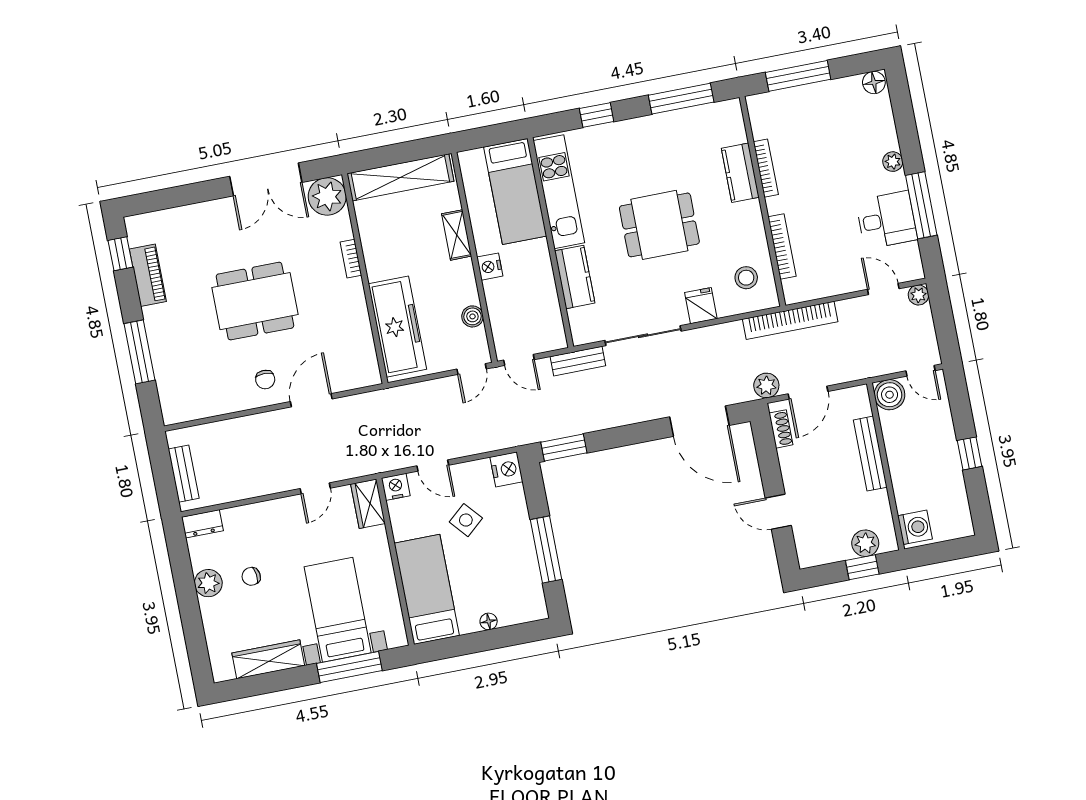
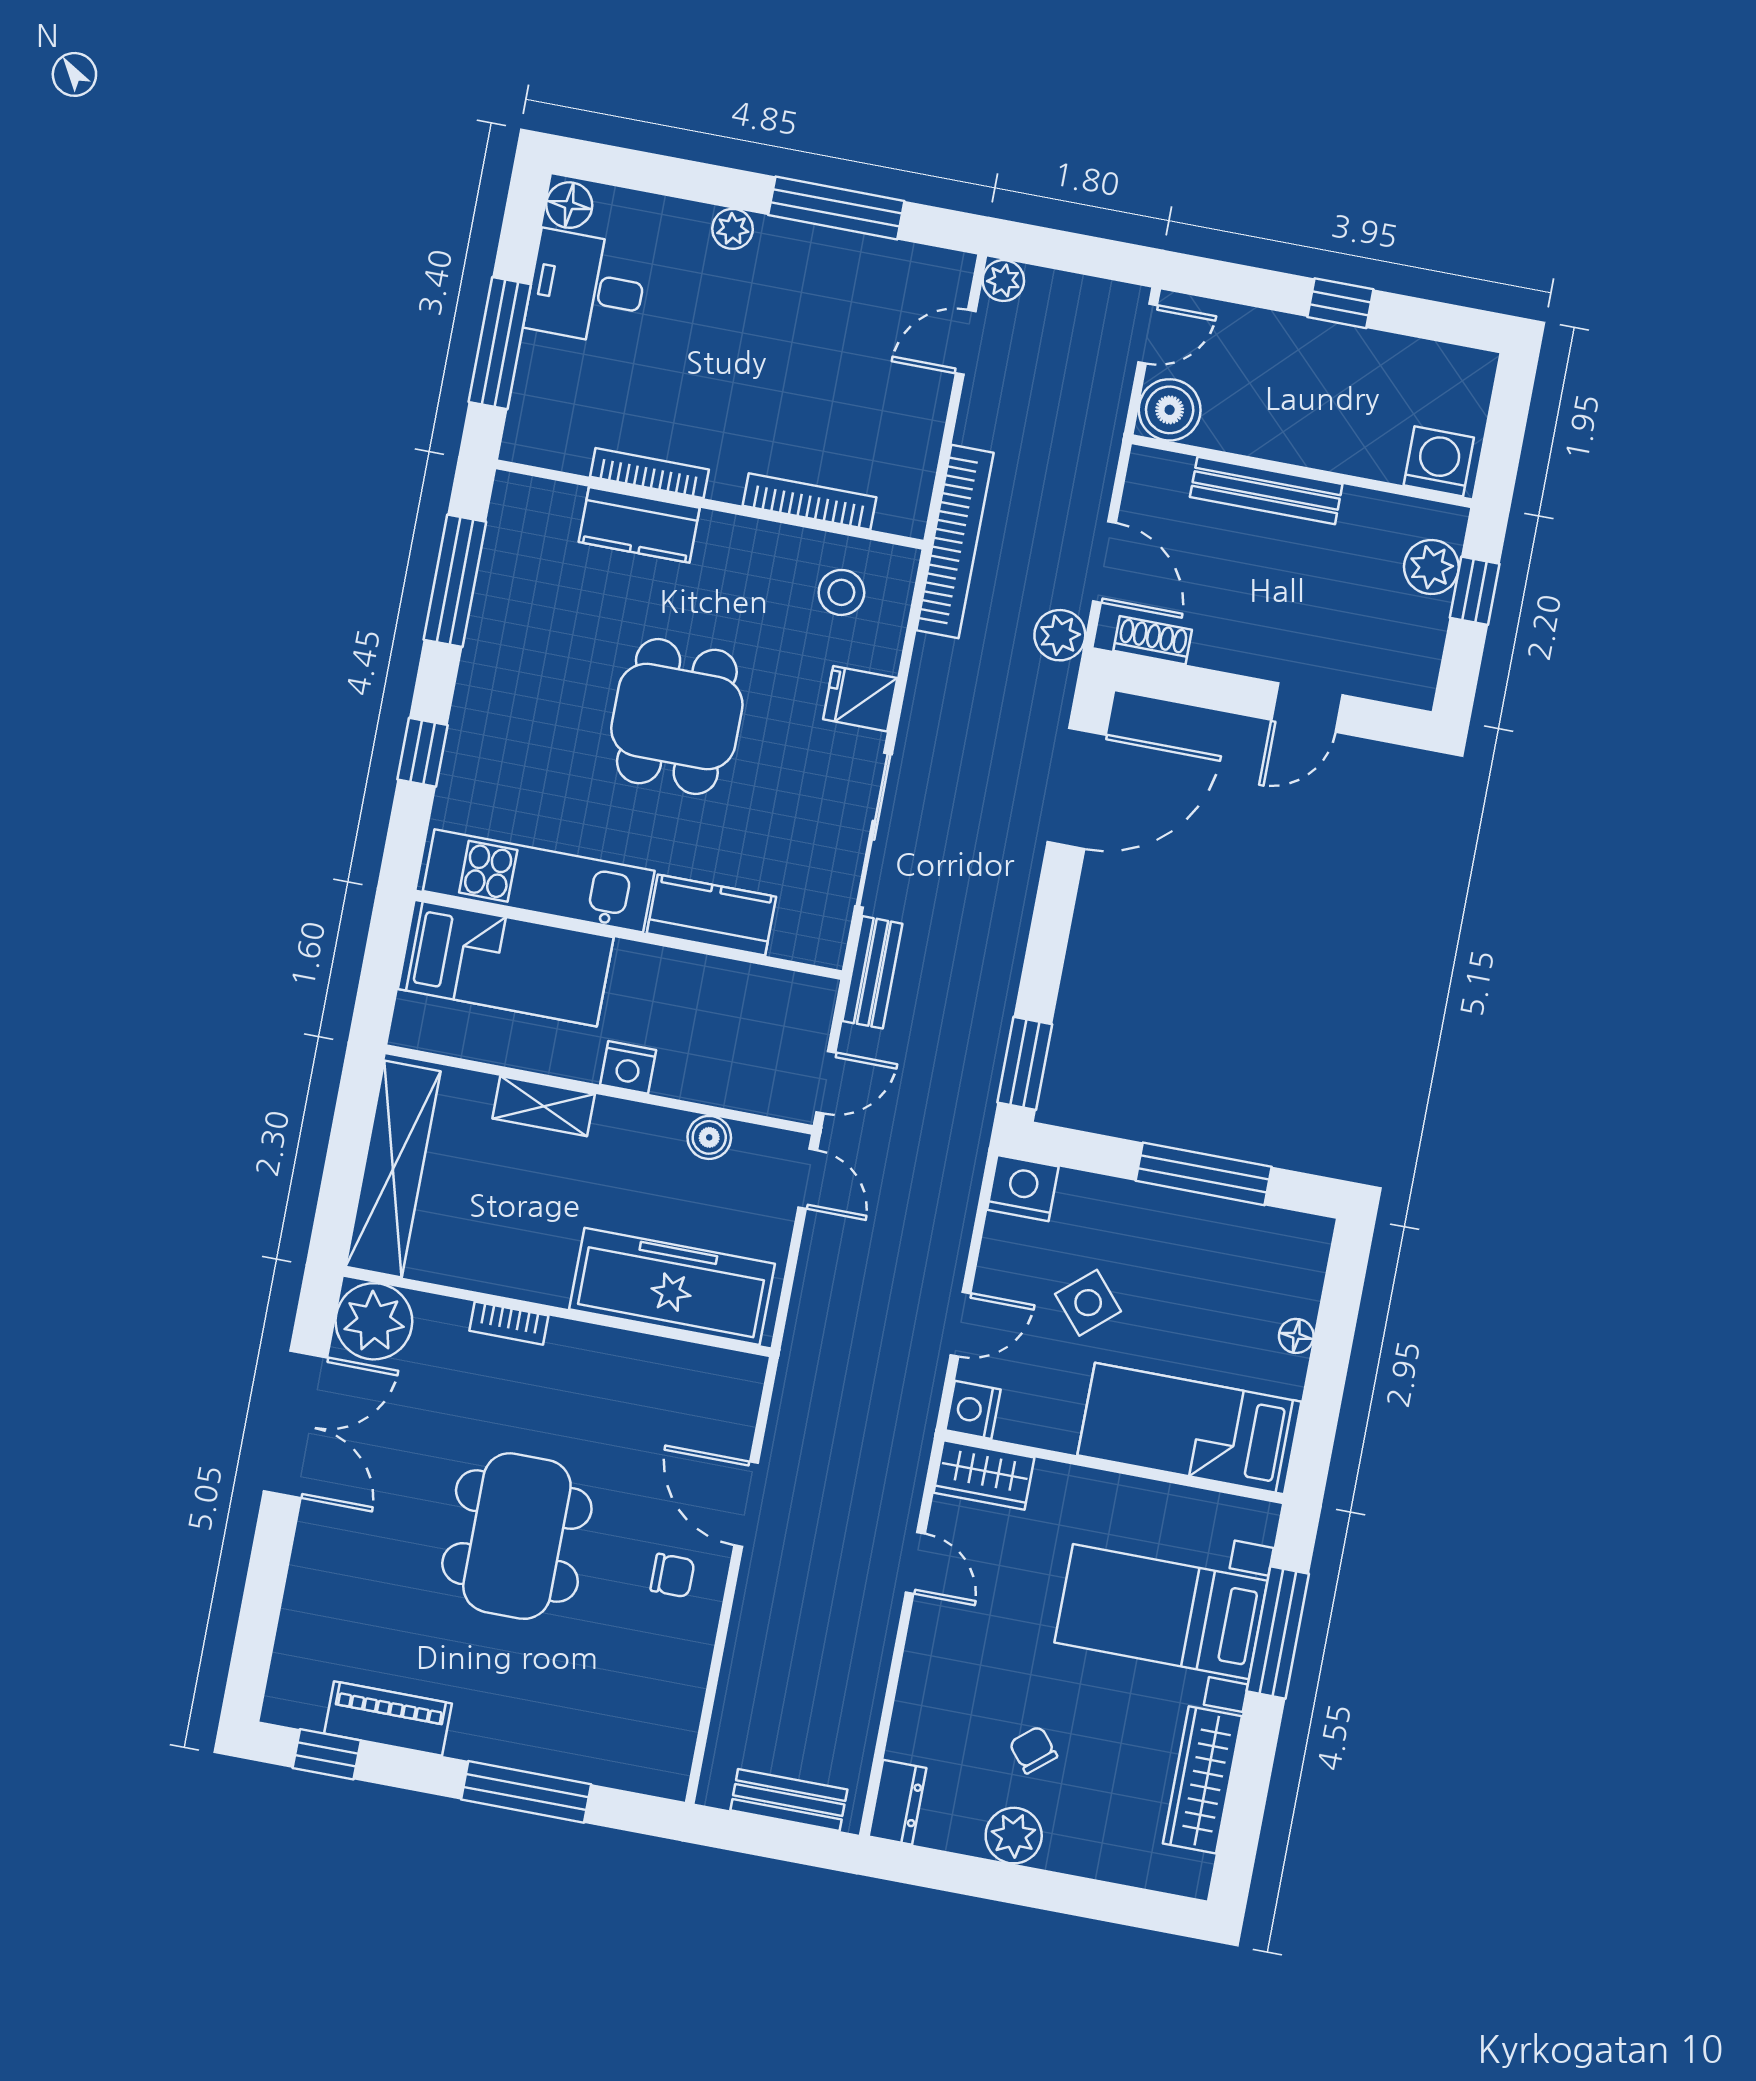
desk: (886, 220) -> (586, 288), moved, turned -90
chair: (251, 576) -> (1033, 1750), turned 148

